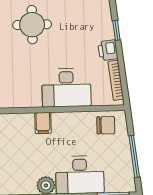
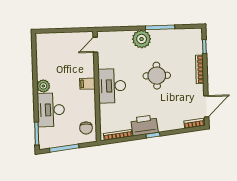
printer: (108, 50) -> (144, 125), width x1.87, depth x1.48
desk: (66, 88) -> (112, 86), moved

